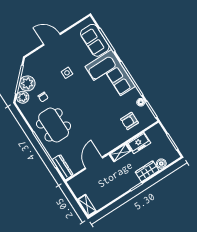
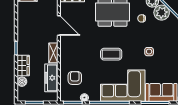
coffee table: (90, 103) -> (111, 54), added
freezer: (139, 143) -> (51, 78), width x1.40

